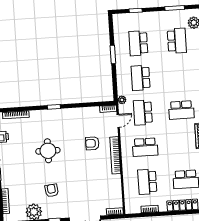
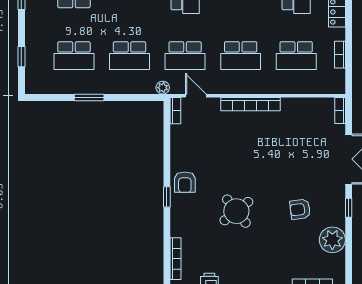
armchair: (92, 143) -> (185, 182), moved
school desk: (145, 147) -> (241, 56), turned 90
round table: (48, 151) -> (236, 211), turned -38

